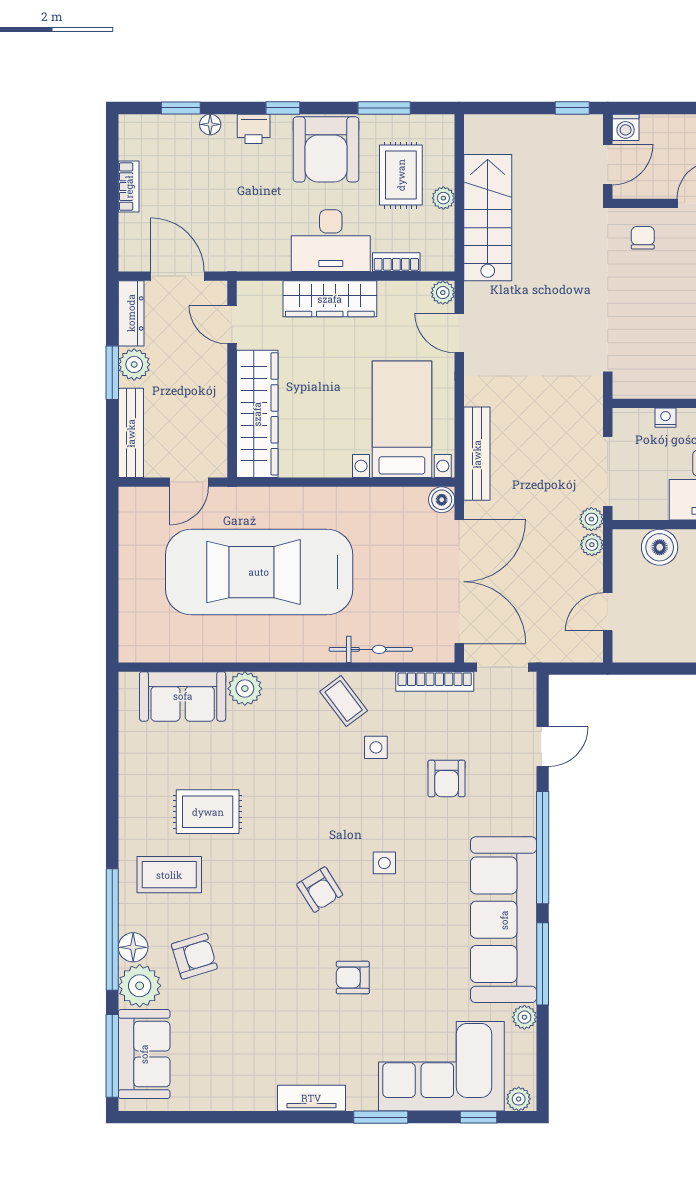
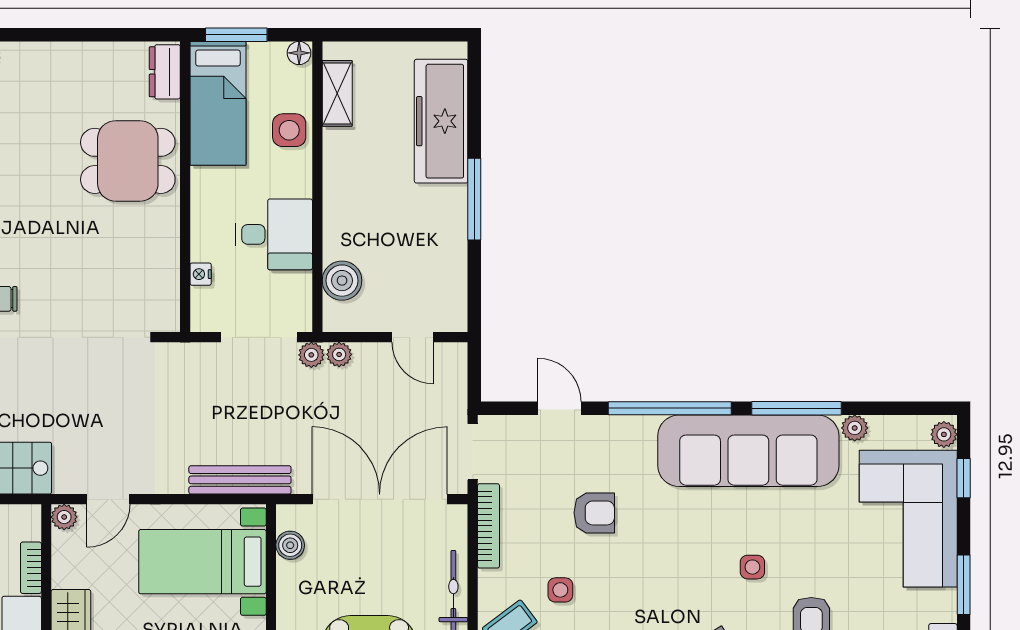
boiler: (442, 500) -> (290, 545), moved
side table: (384, 863) -> (752, 567), moved

